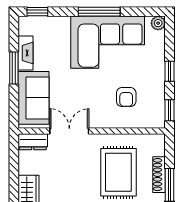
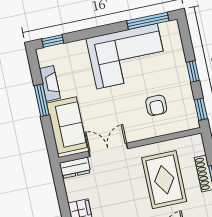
window: (99, 12) -> (148, 21), moved
plant: (158, 23) -> (172, 27), removed

